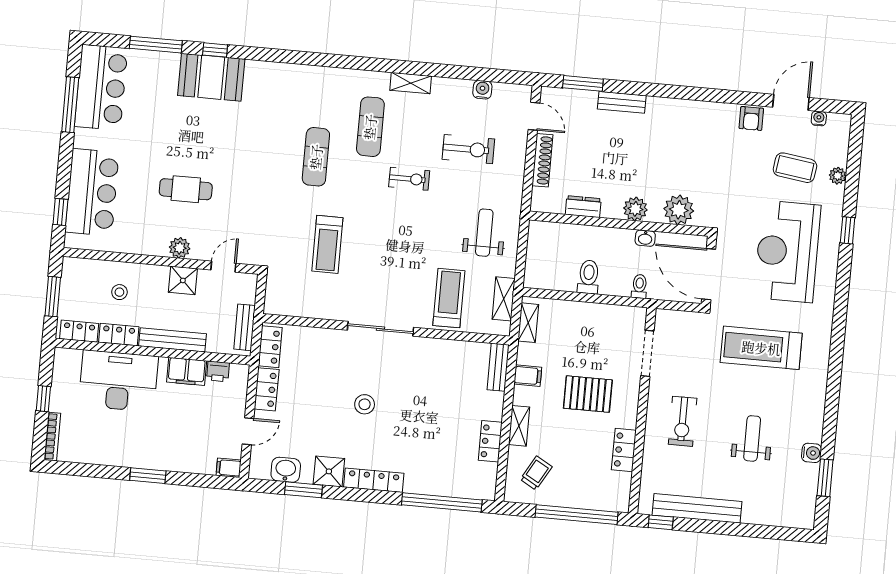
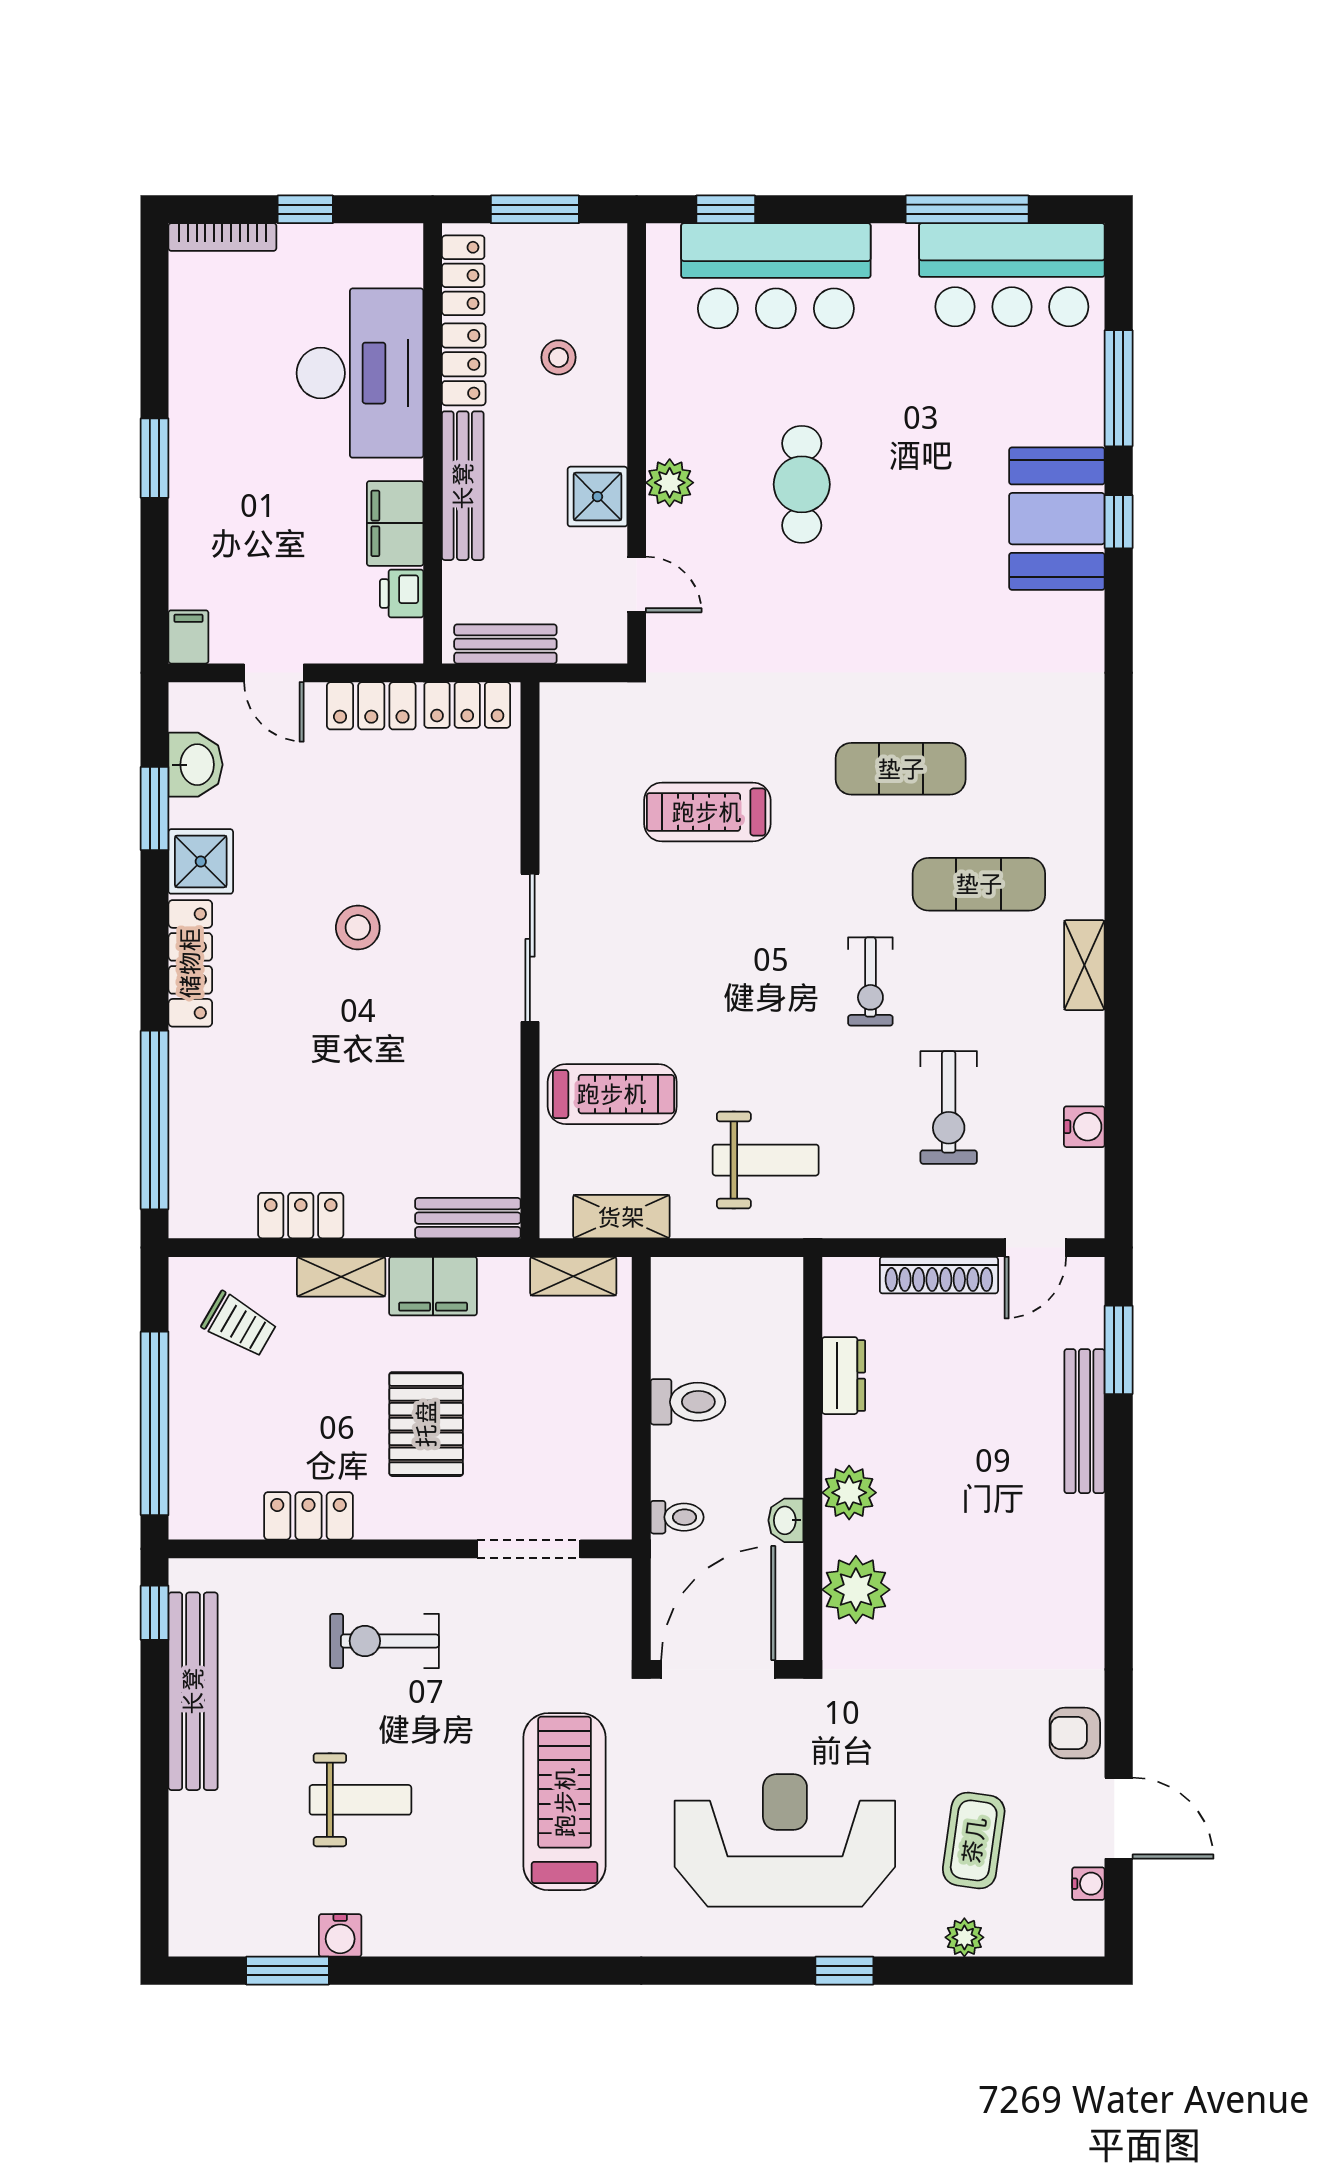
bench: (622, 102) -> (1085, 1421), width x1.36
filing cabinet: (528, 376) -> (433, 1286), width x2.00

